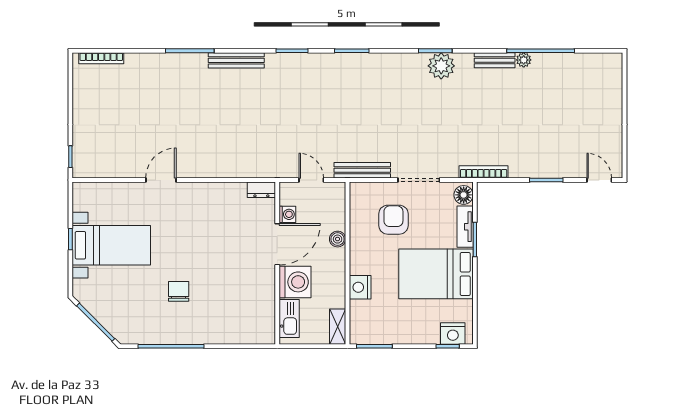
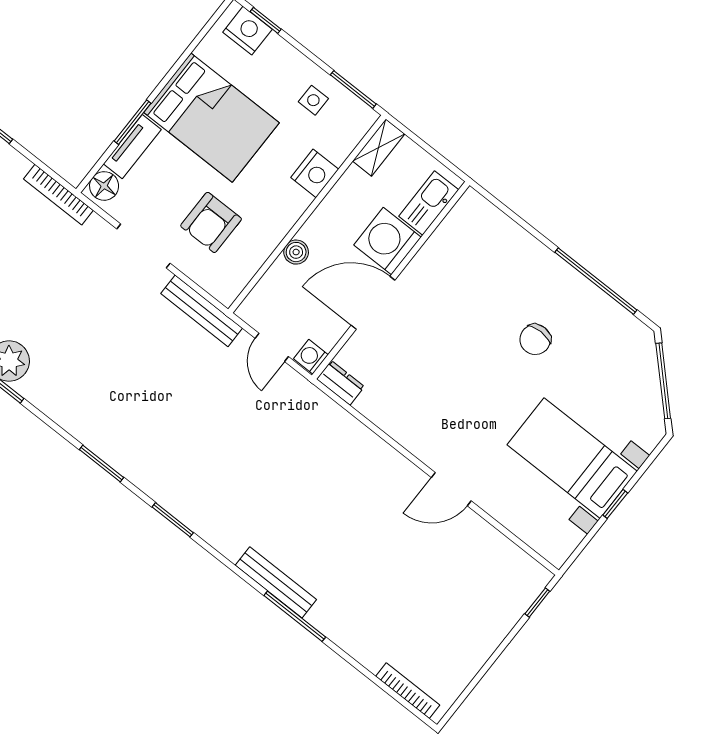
bench: (236, 60) -> (276, 582), moved
washing machine: (287, 214) -> (311, 357), moved
side table: (391, 324) -> (313, 100), added

